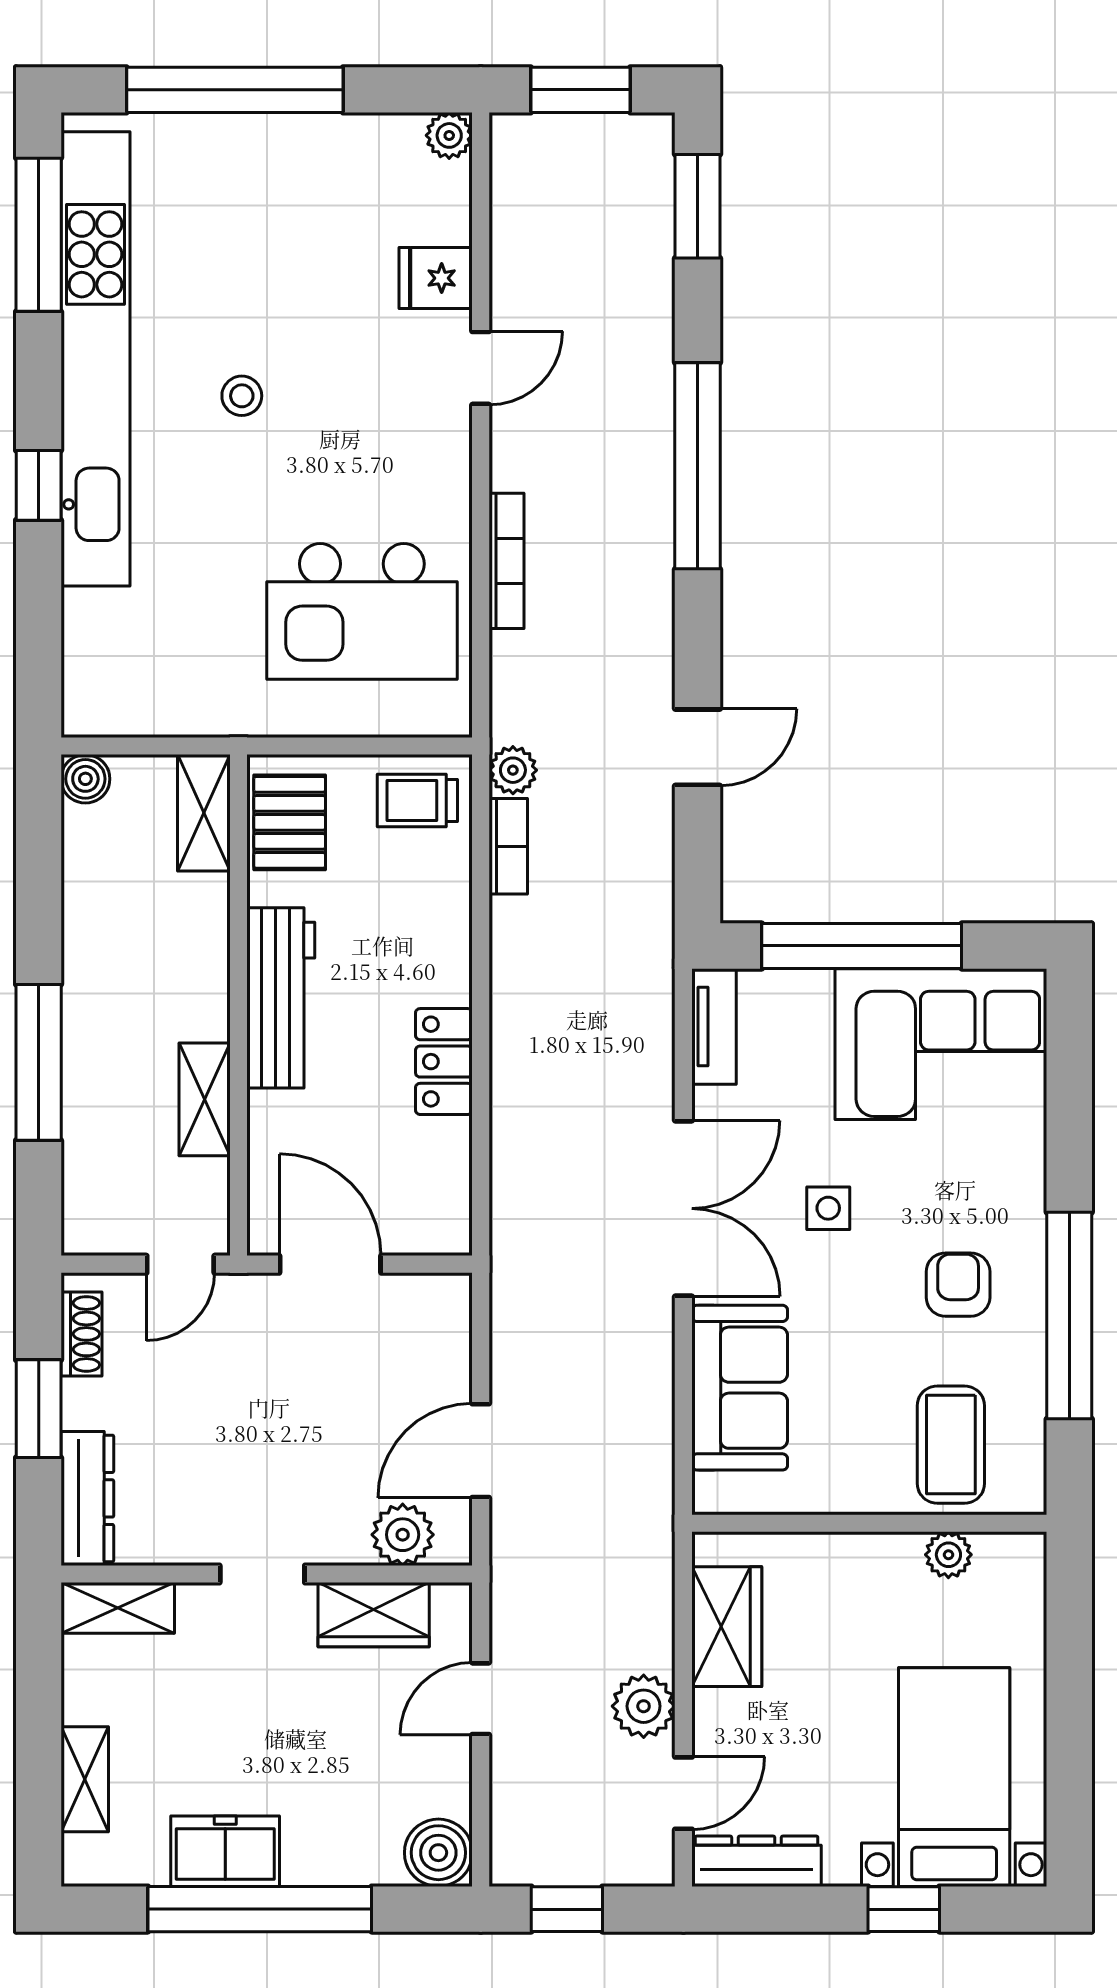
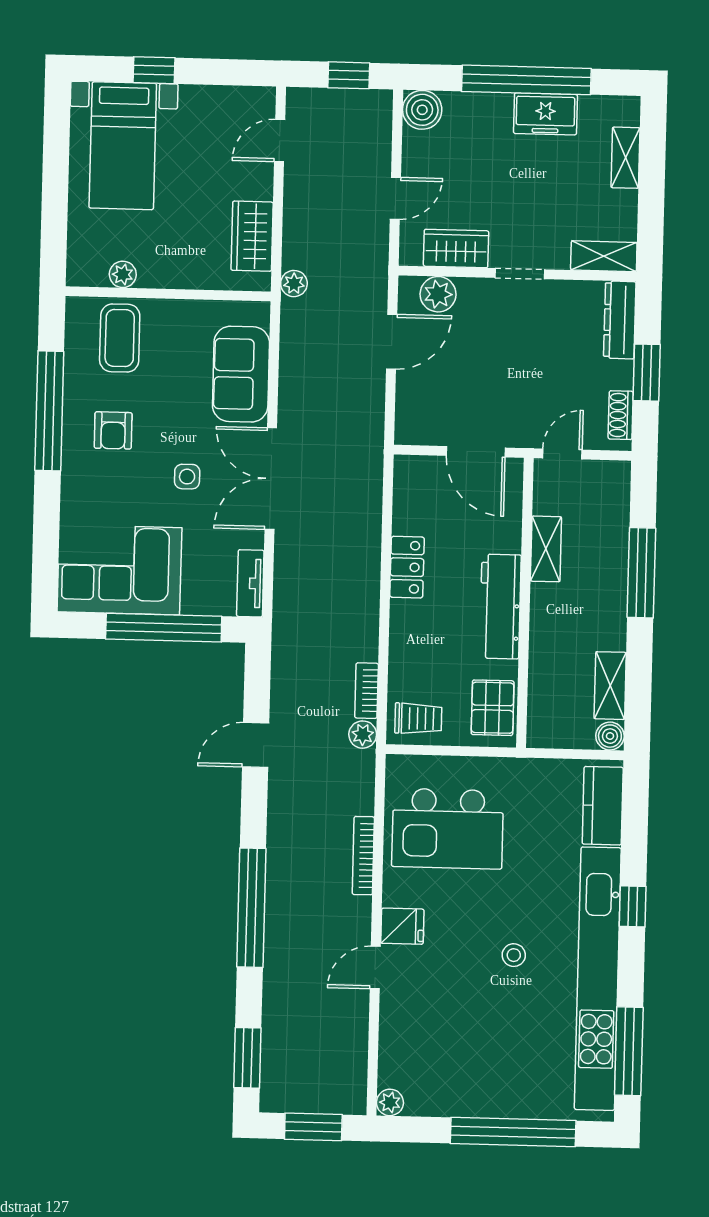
fridge: (436, 278) -> (402, 926), moved
kitchen island: (362, 611) -> (448, 829), turned 180
kitchen counter: (95, 658) -> (603, 806), added
shelving: (204, 813) -> (610, 686), moved
plant: (644, 1706) -> (294, 284), moved, width x0.73, depth x0.73
dresser: (756, 1861) -> (238, 100), removed

